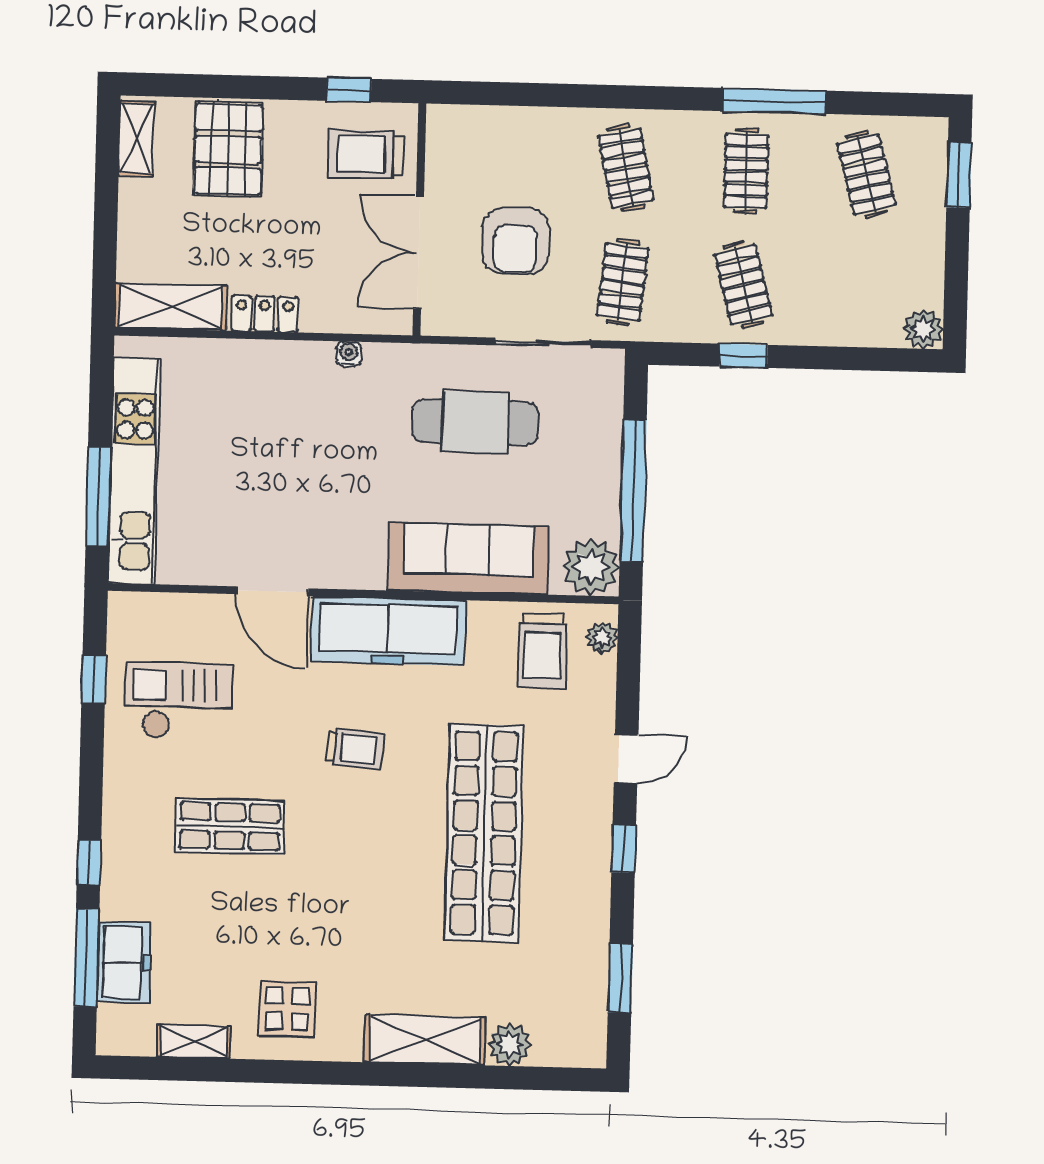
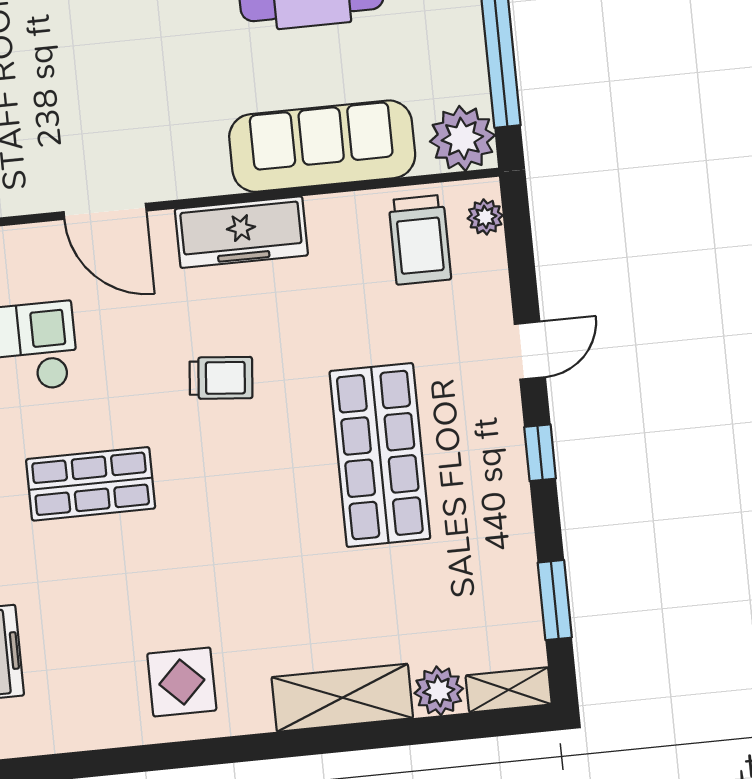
freezer: (388, 631) -> (241, 232), width x0.73, depth x0.79
shop shelf: (484, 833) -> (380, 455), width x0.71
shelving: (194, 1041) -> (509, 690), moved

